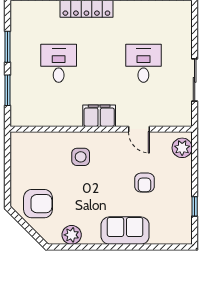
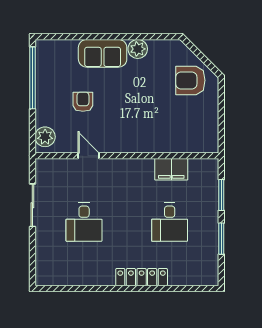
filing cabinet: (99, 116) -> (171, 169), moved
side table: (81, 157) -> (147, 128), removed
window: (195, 206) -> (32, 78), width x3.17
plant: (72, 235) -> (138, 49), moved

